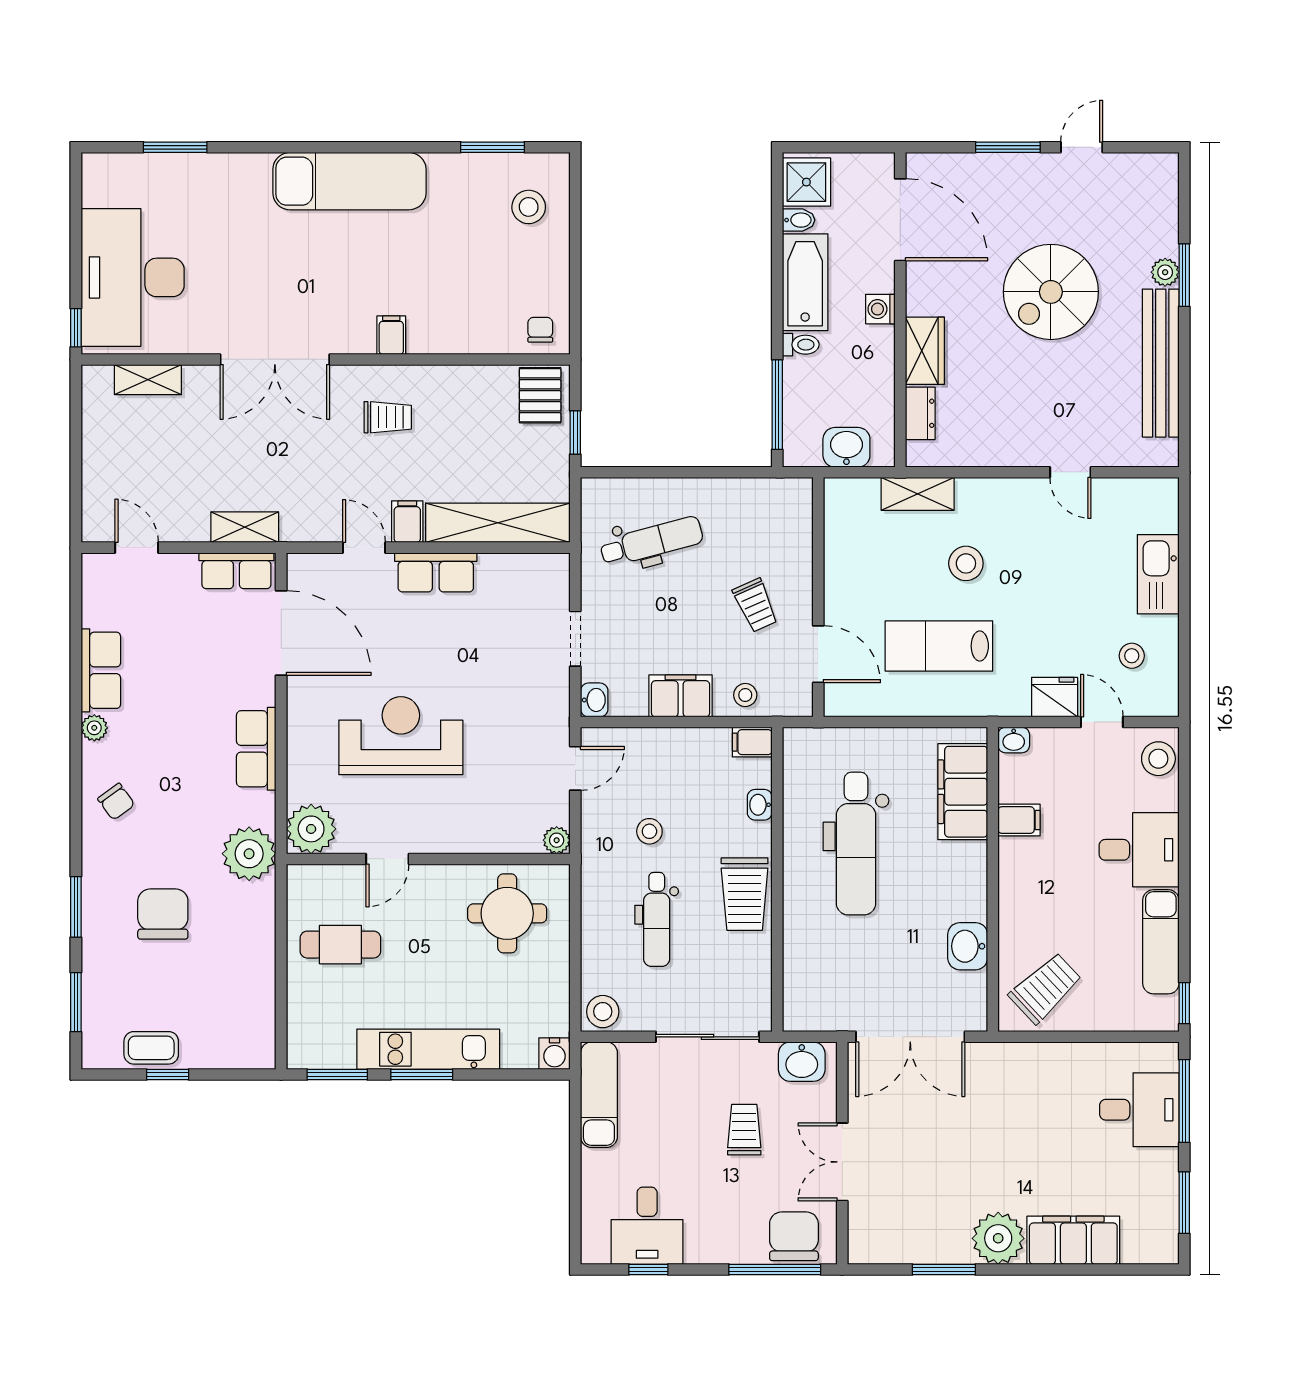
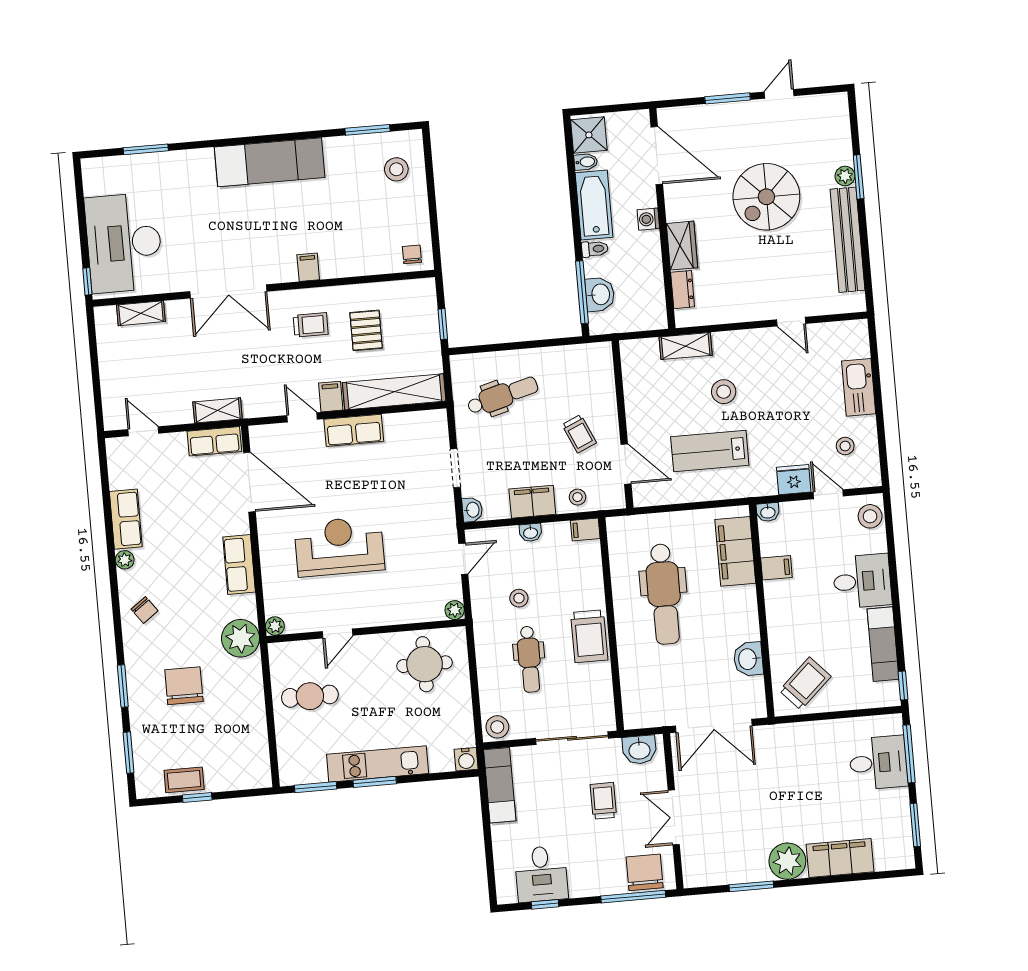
pallet: (540, 395) -> (366, 330), moved
washbasin: (846, 447) -> (600, 294), moved, turned 90
washbasin: (760, 805) -> (531, 533), moved, turned -90
plant: (311, 829) -> (275, 626), width x0.53, depth x0.53

